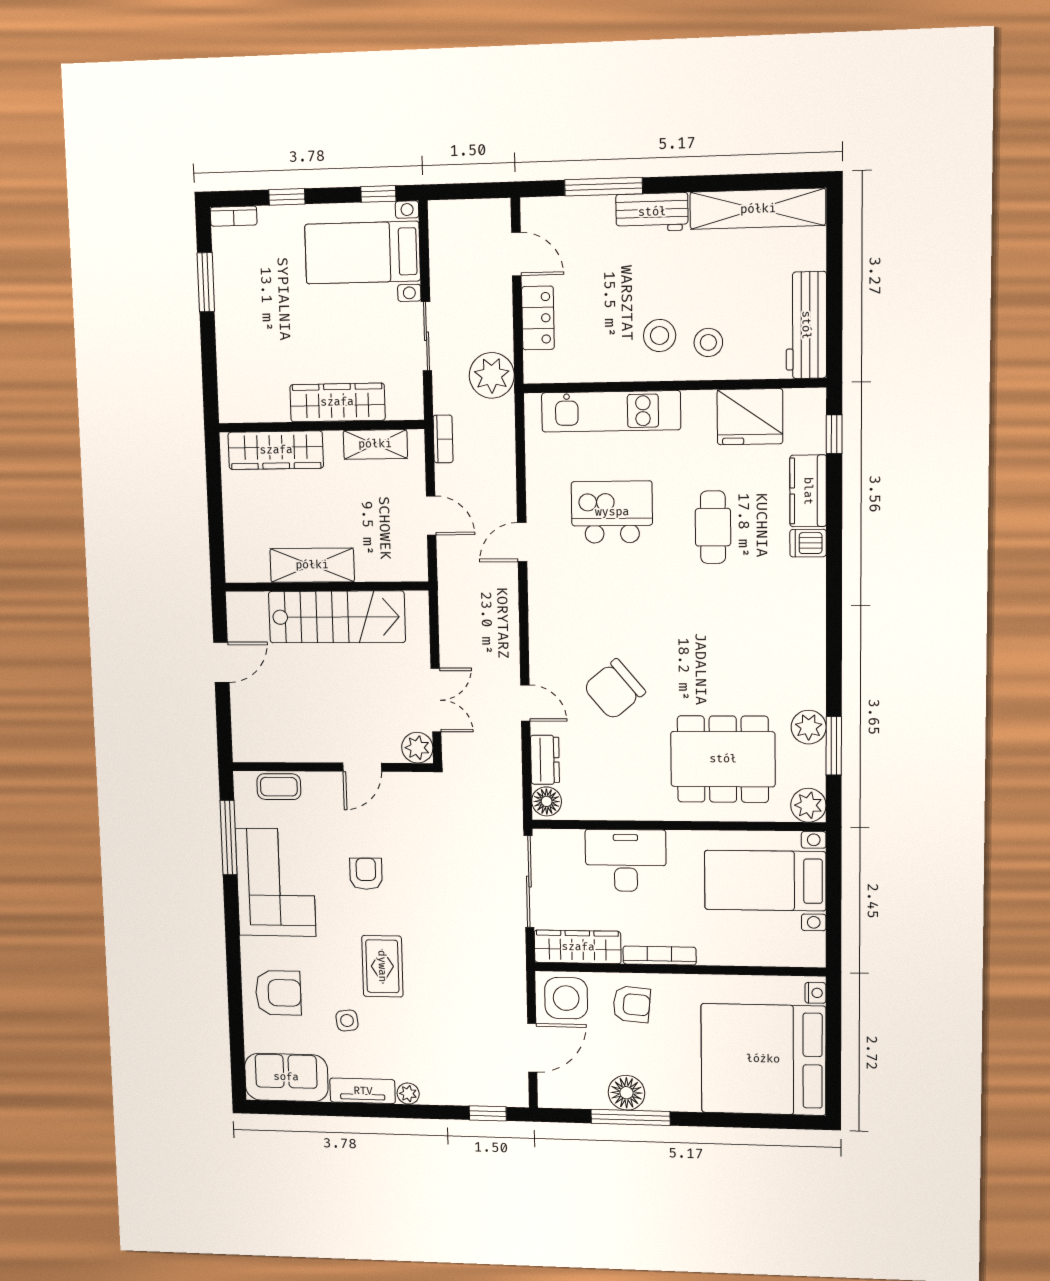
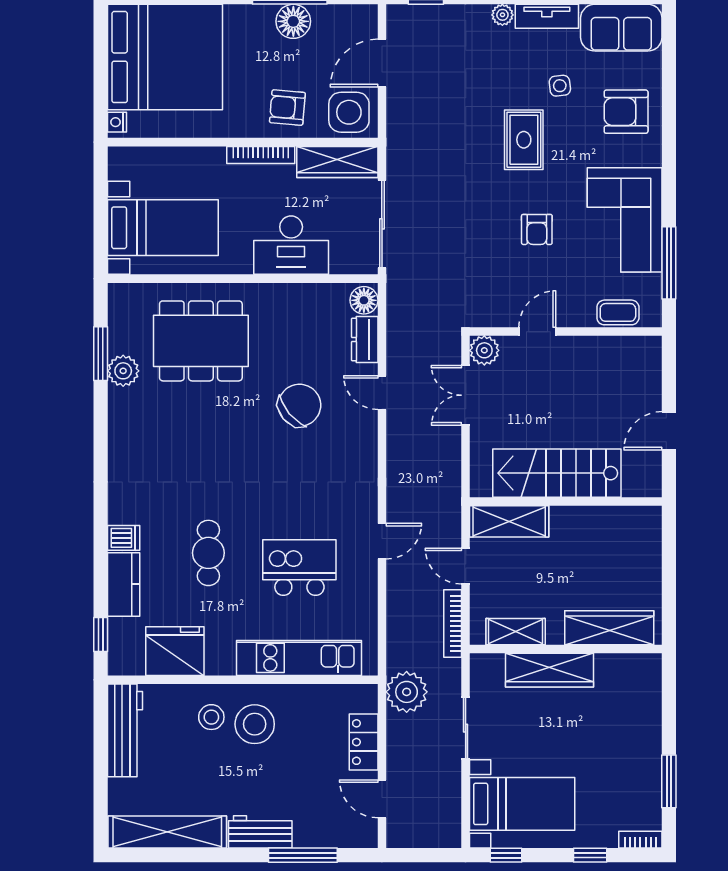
stool: (660, 336) -> (255, 724), width x1.38, depth x1.38
bookcase: (443, 439) -> (453, 623), width x1.56
kitchen island: (612, 512) -> (299, 567), turned 180
shelving: (312, 565) -> (509, 521), moved
plant: (808, 805) -> (123, 299), removed

